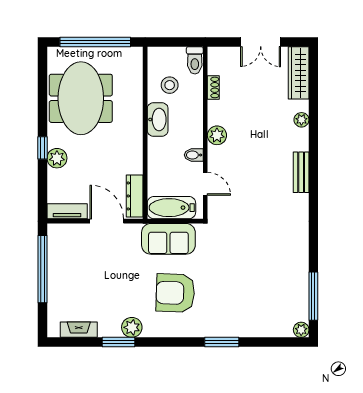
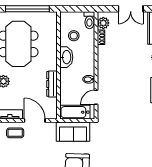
plant: (217, 135) -> (103, 23), moved
door: (205, 184) -> (96, 97), swing flipped
dresser: (135, 196) -> (52, 84), moved
coffee table: (76, 241) -> (15, 133), added

